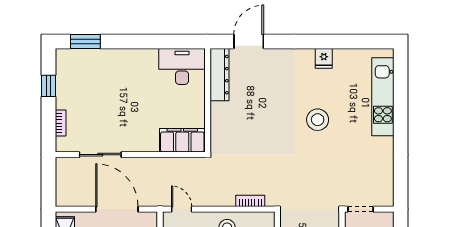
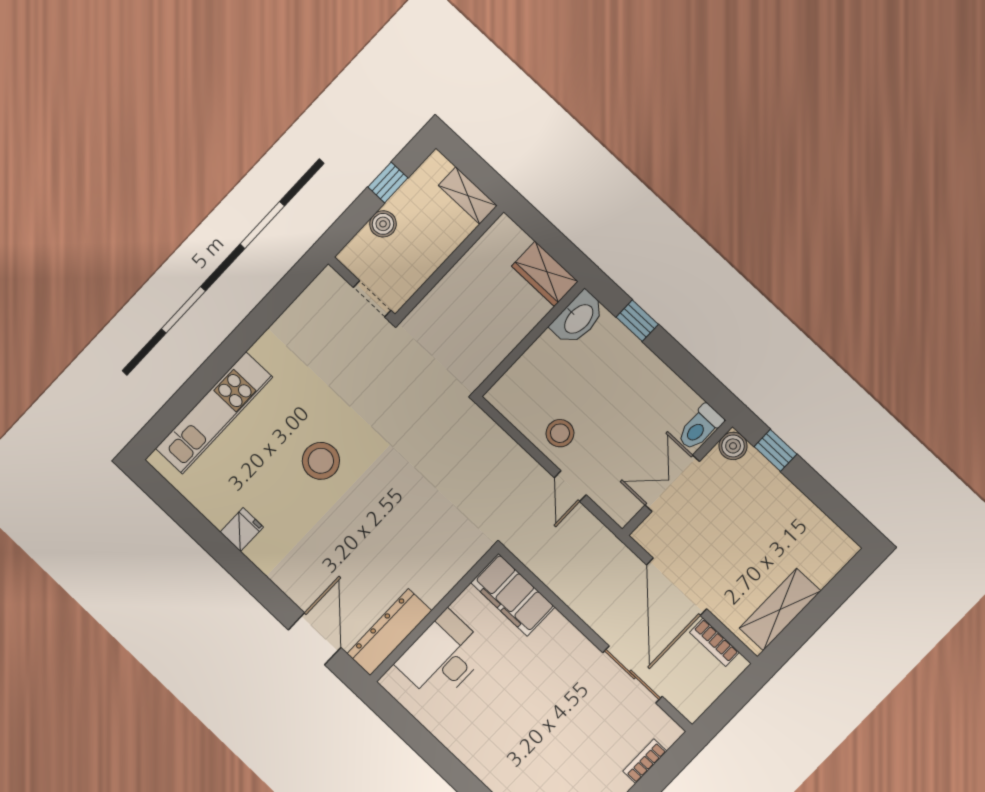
door: (249, 42) -> (315, 639), swing flipped
desk: (182, 66) -> (443, 657), moved, turned 90
bookcase: (250, 201) -> (714, 642), moved
door: (182, 209) -> (570, 486), moved

